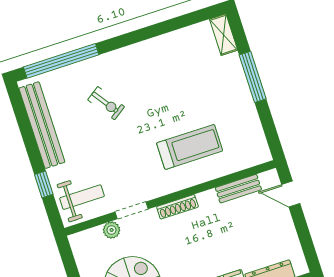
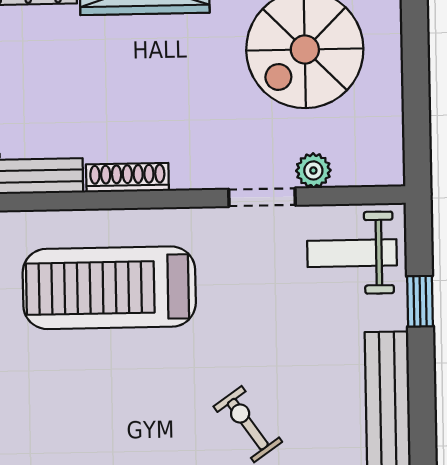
treadmill: (190, 147) -> (109, 288), width x1.37, depth x1.38
shoe rack: (177, 207) -> (127, 178), moved

